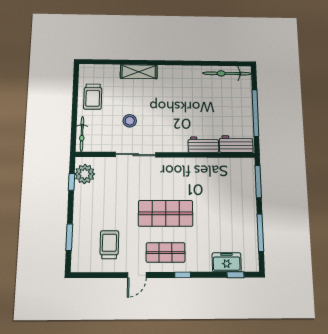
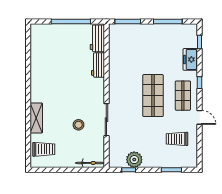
bicycle: (227, 73) -> (37, 44), removed
trolley: (93, 97) -> (44, 149), moved
plant: (85, 174) -> (134, 160), moved
freezer: (227, 262) -> (190, 59), moved

